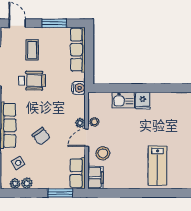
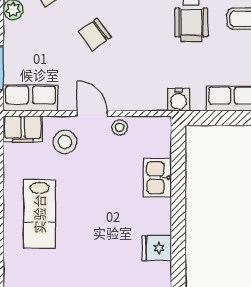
fridge: (143, 101) -> (157, 248), moved
plant: (80, 123) -> (118, 103), removed
lab bench: (158, 166) -> (39, 214), moved, turned -90

